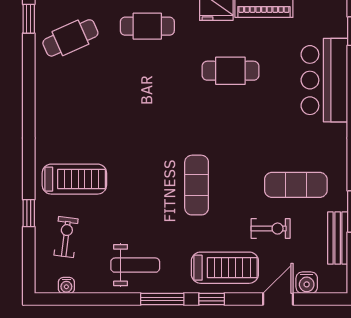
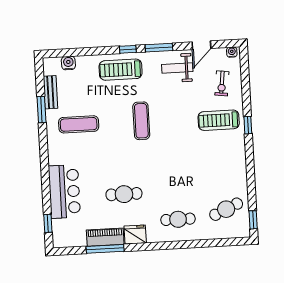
window: (29, 213) -> (248, 125), moved
exercise bike: (271, 229) -> (93, 96), removed
water cooler: (66, 285) -> (232, 52), moved
door: (278, 299) -> (201, 45), moved

